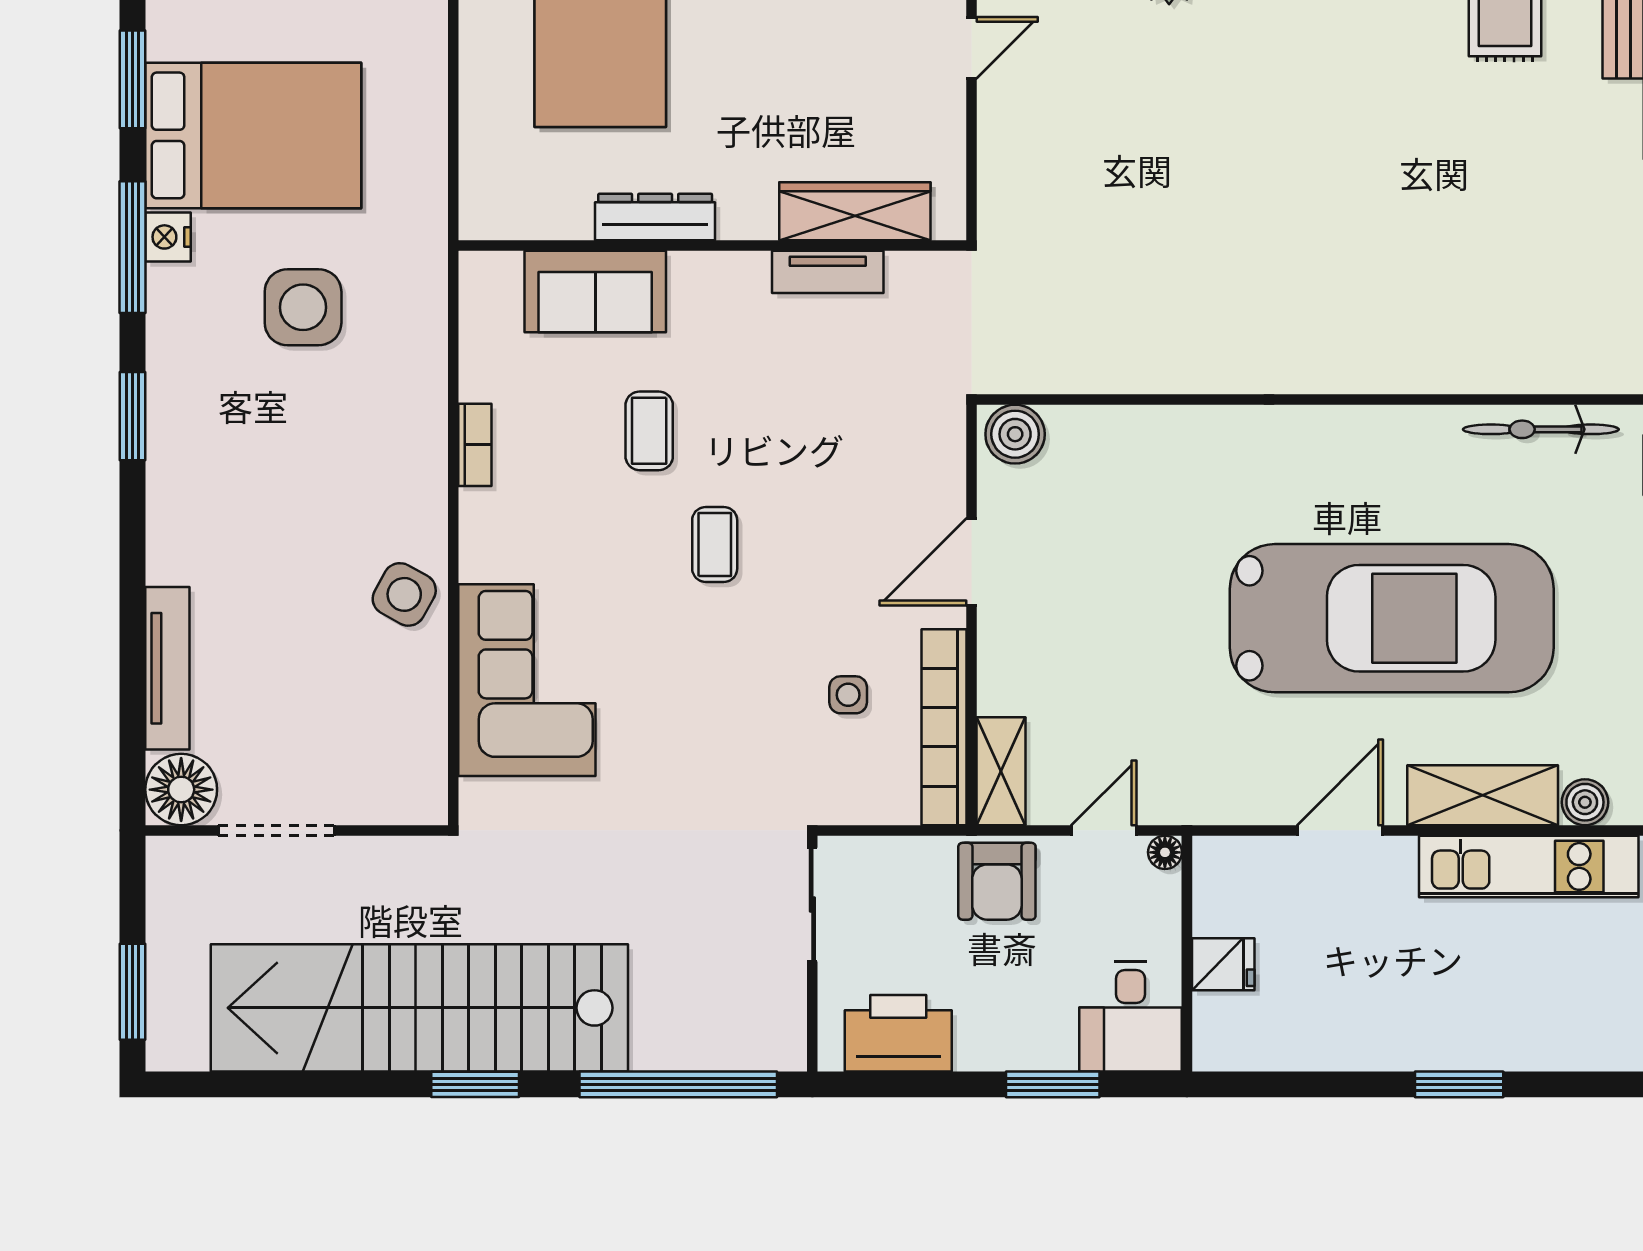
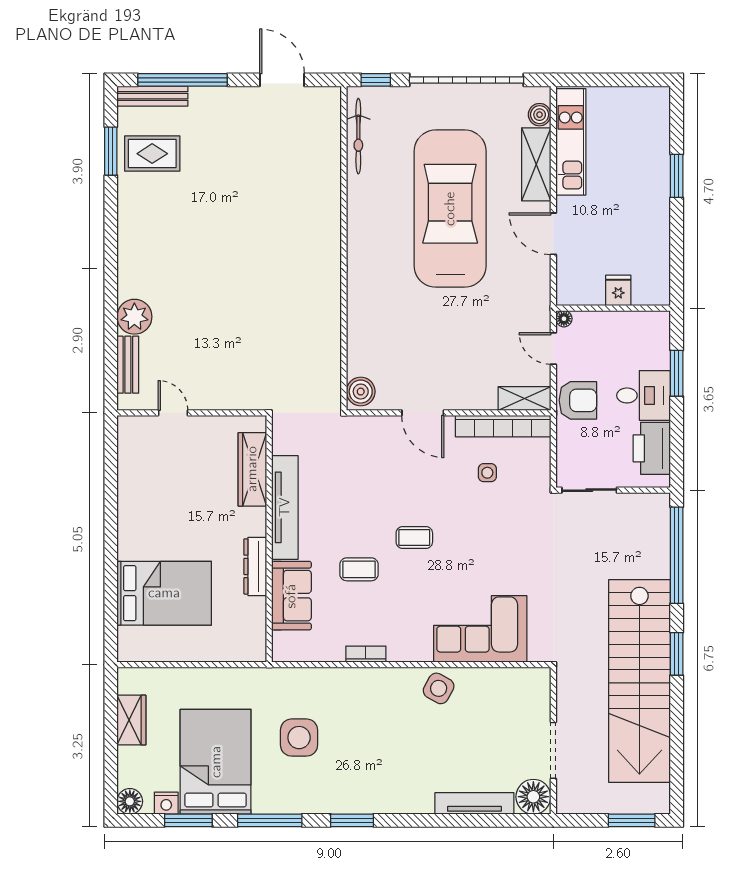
nightstand: (168, 237) -> (166, 803), moved
tv unit: (828, 272) -> (285, 507), width x1.92, depth x1.29
desk: (1131, 1016) -> (644, 395), moved

